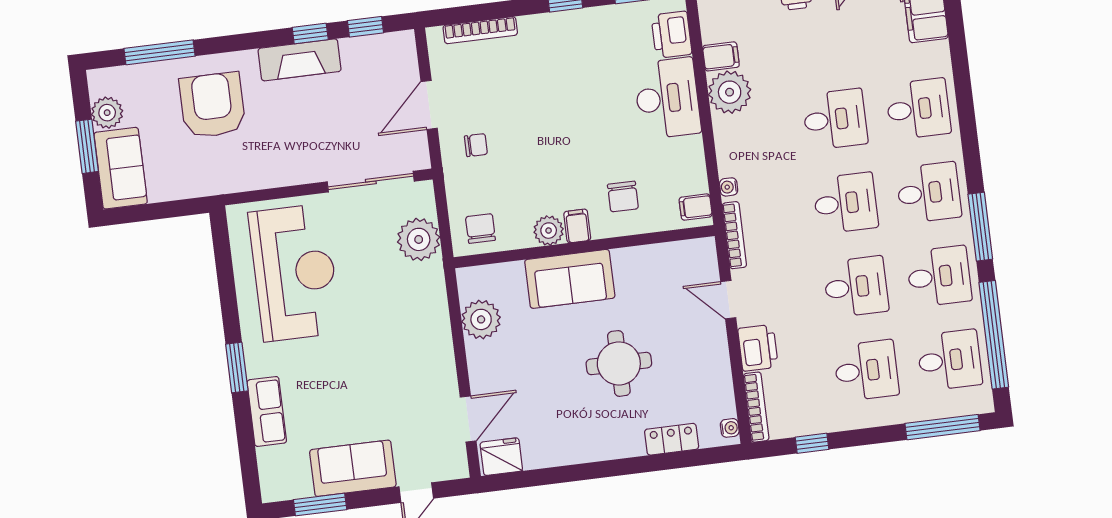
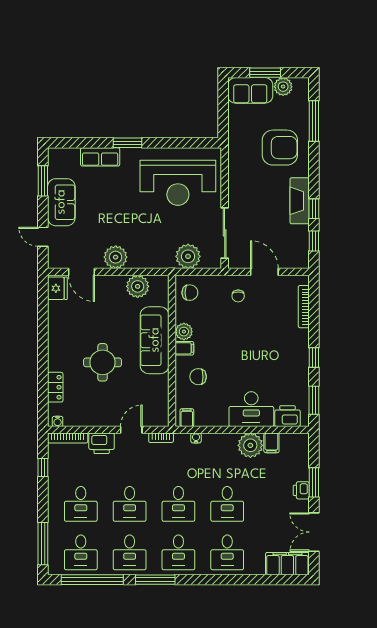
bookcase: (734, 235) -> (161, 438), width x0.64
sofa: (570, 279) -> (155, 340), width x1.36
plant: (436, 364) -> (116, 257), added

